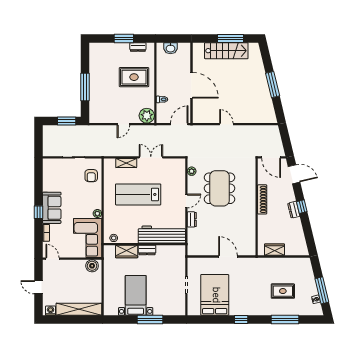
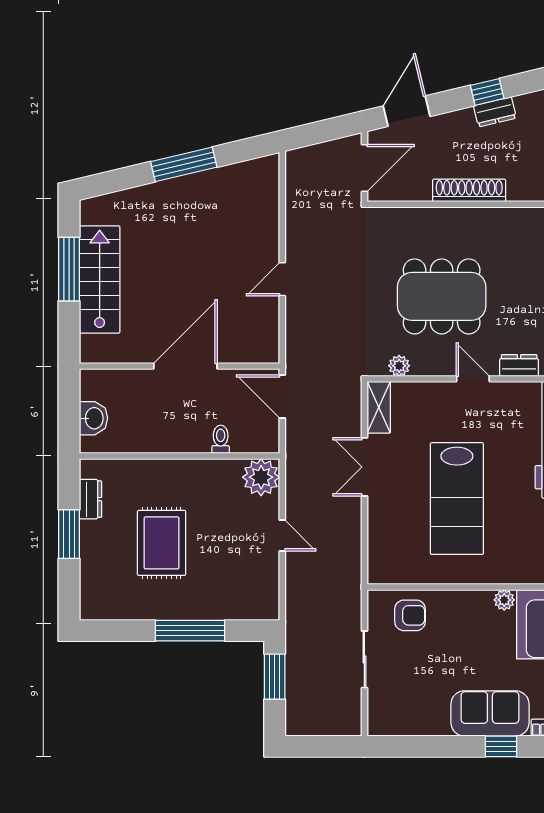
rug: (134, 77) -> (162, 543), moved
shelving: (126, 163) -> (379, 407), moved

